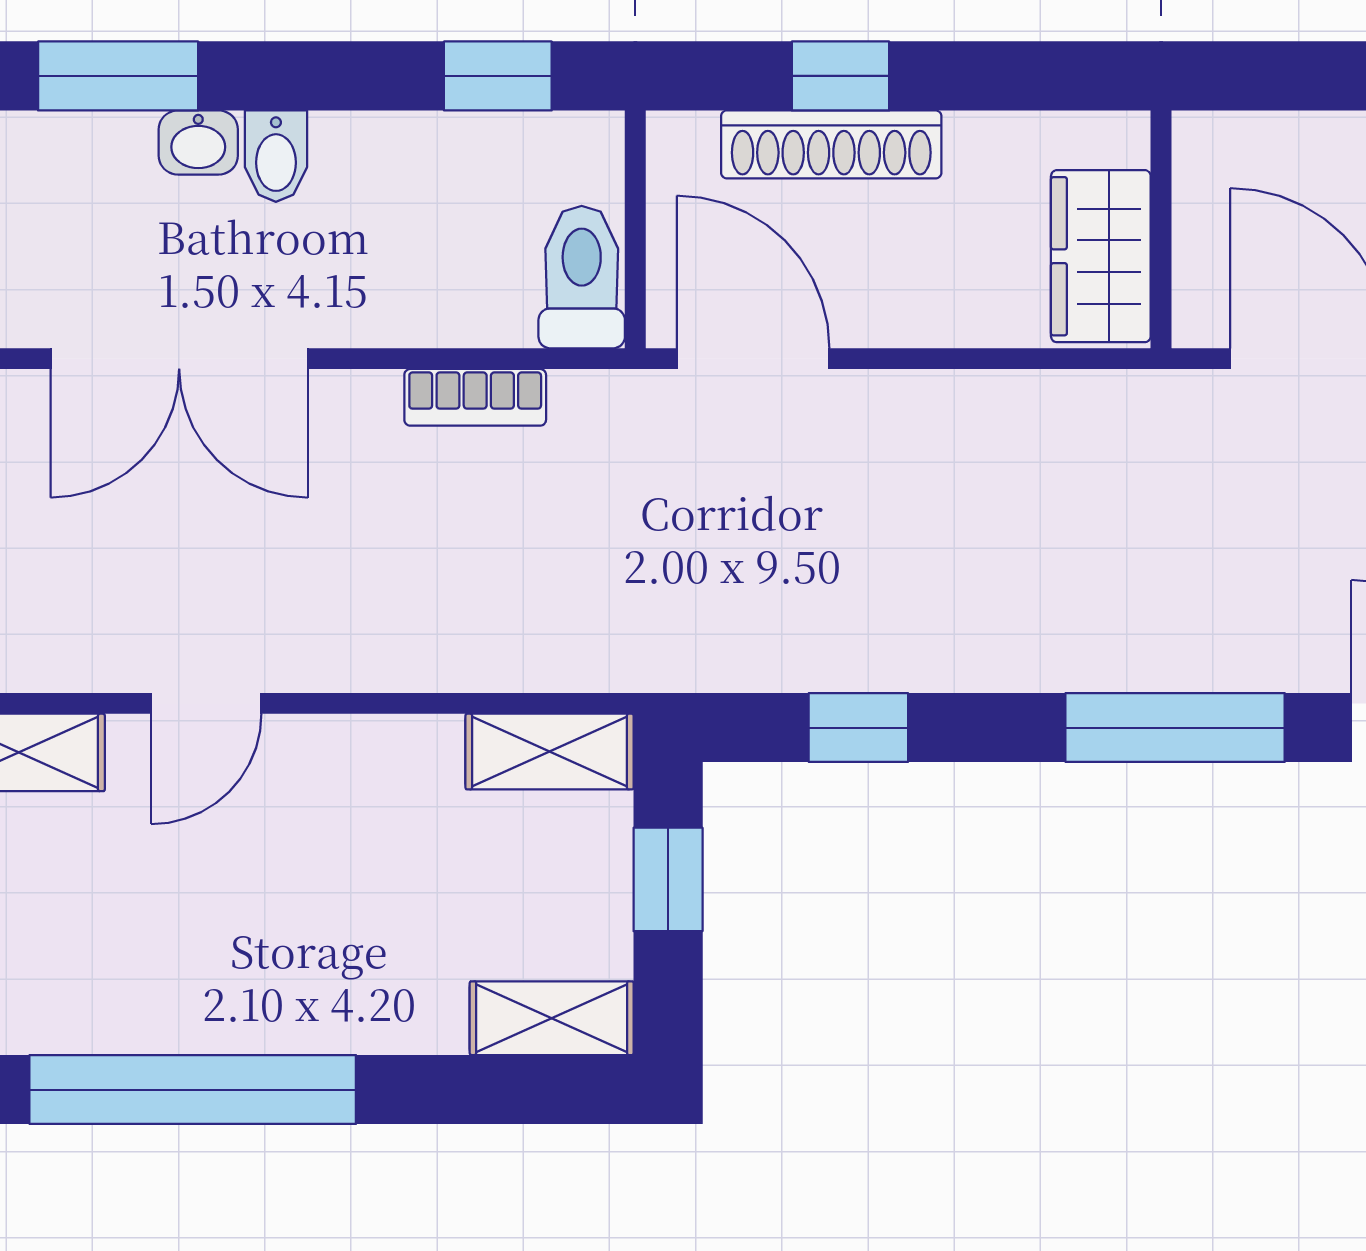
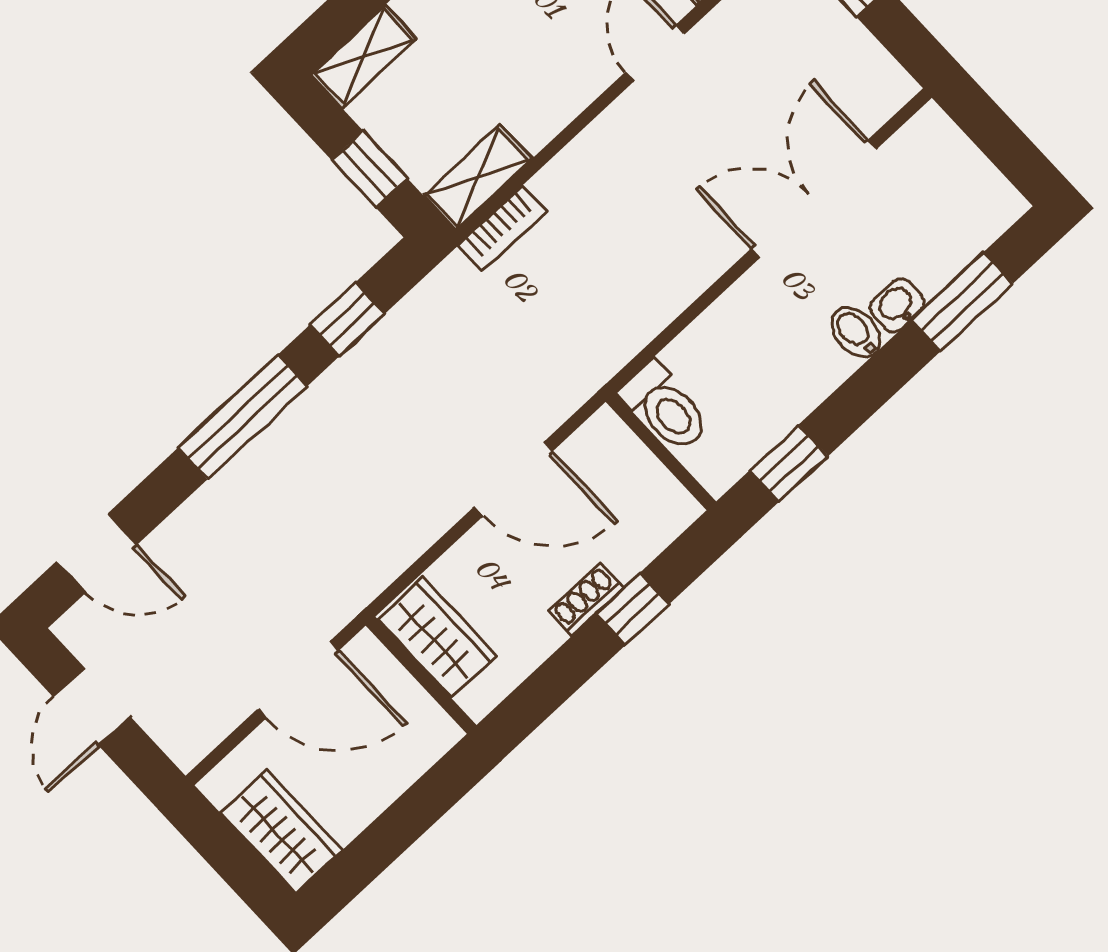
shoe rack: (831, 144) -> (586, 599), width x0.51, depth x0.81
door: (753, 359) -> (513, 479), moved
bookcase: (475, 397) -> (502, 228), moved, turned 180
window: (1175, 728) -> (243, 417), moved

